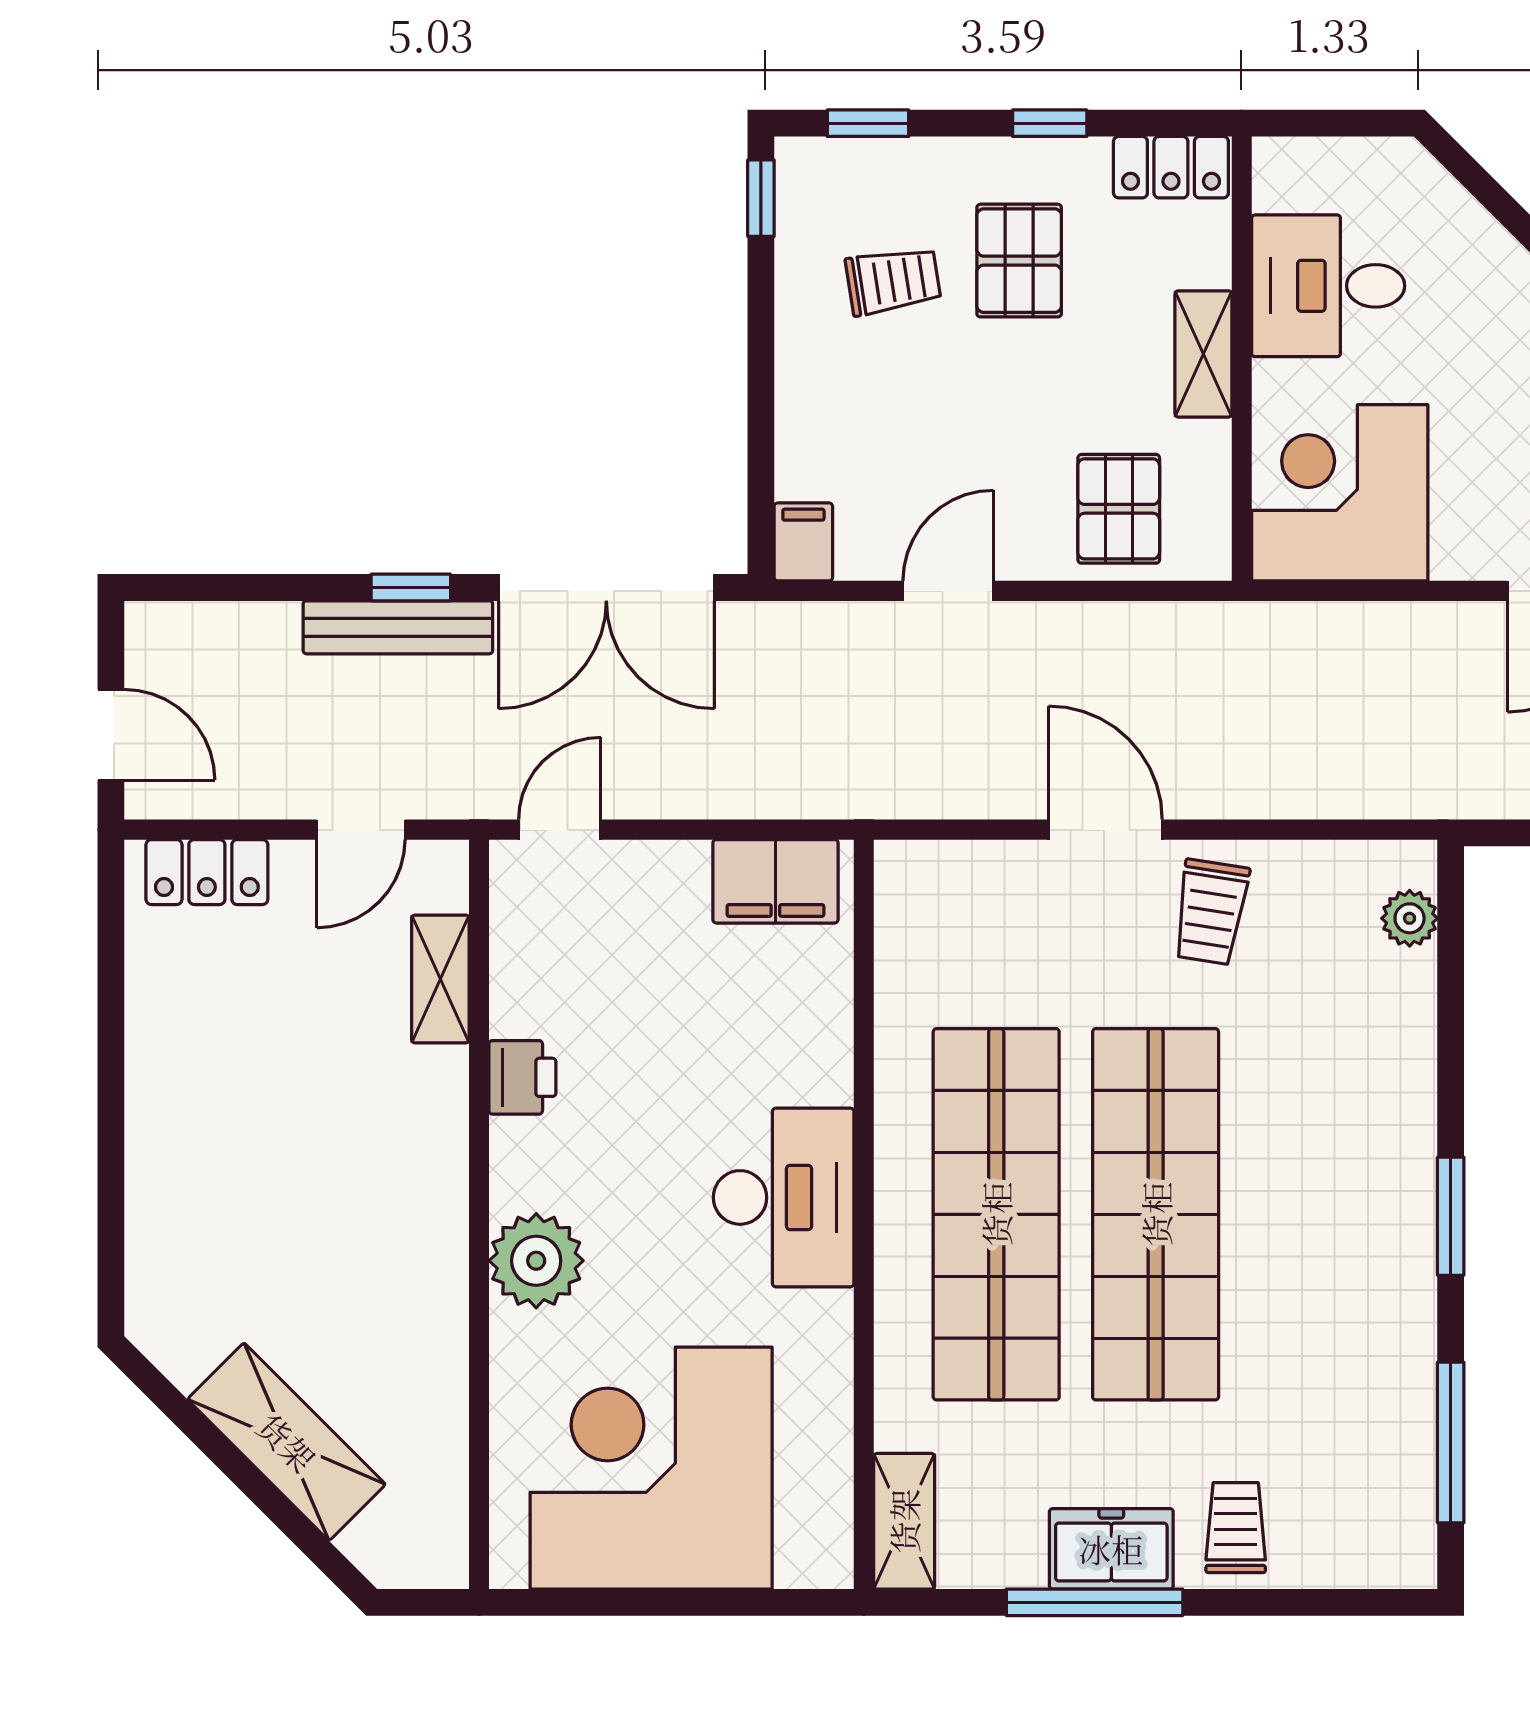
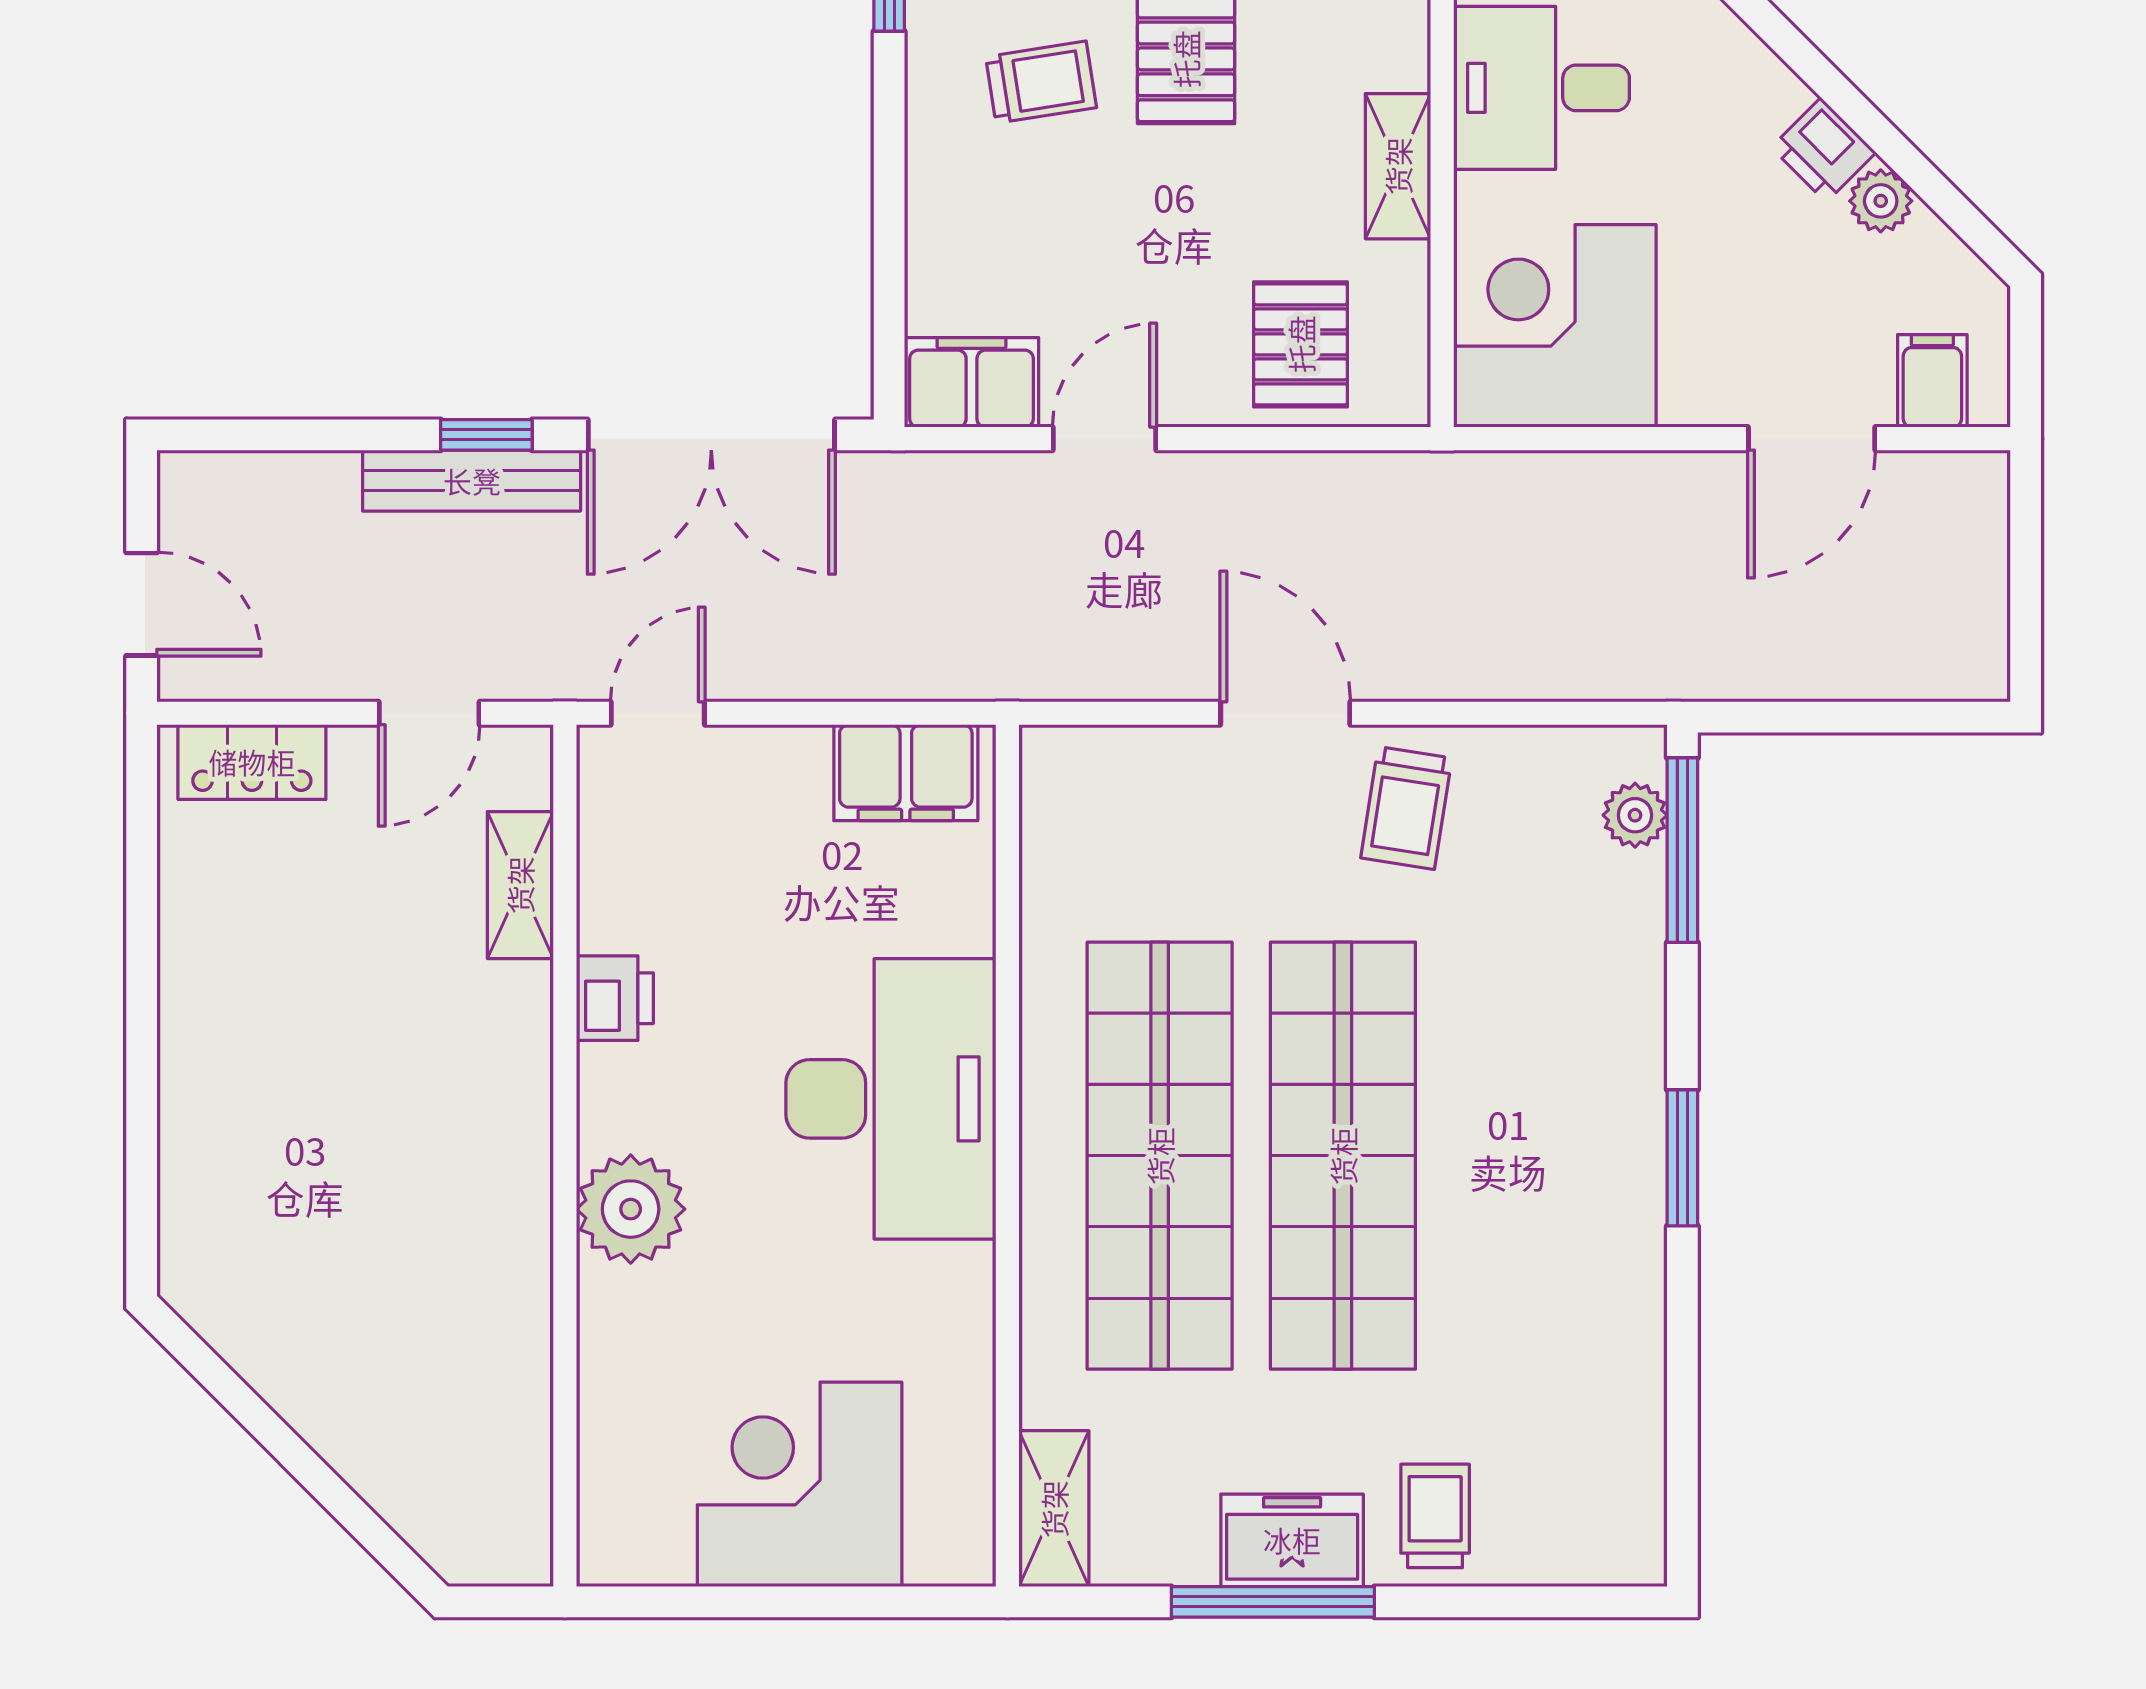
filing cabinet: (803, 542) -> (972, 382), width x2.00
desk: (784, 1197) -> (891, 1099), width x1.36, depth x1.30
shelving: (287, 1442) -> (343, 1417), removed
window: (1451, 1442) -> (1682, 850), moved
corner desk: (651, 1468) -> (800, 1484), width x0.74, depth x0.74

